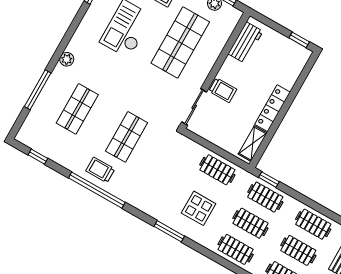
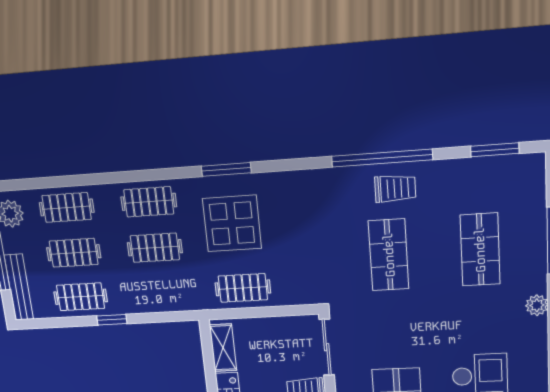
window: (38, 157) -> (495, 150), width x1.50
window: (269, 180) -> (112, 320), moved
clothes rail: (265, 197) -> (161, 292), removed
display table: (199, 208) -> (232, 223), width x1.36, depth x1.36
window: (169, 231) -> (226, 169), moved

